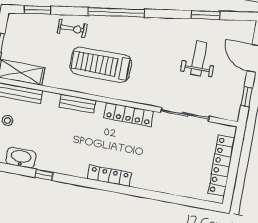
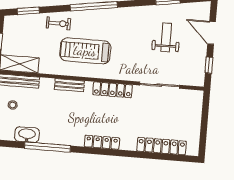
locker: (221, 166) -> (162, 146), moved, turned 90
window: (44, 175) -> (47, 147), width x3.17

